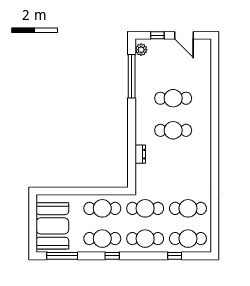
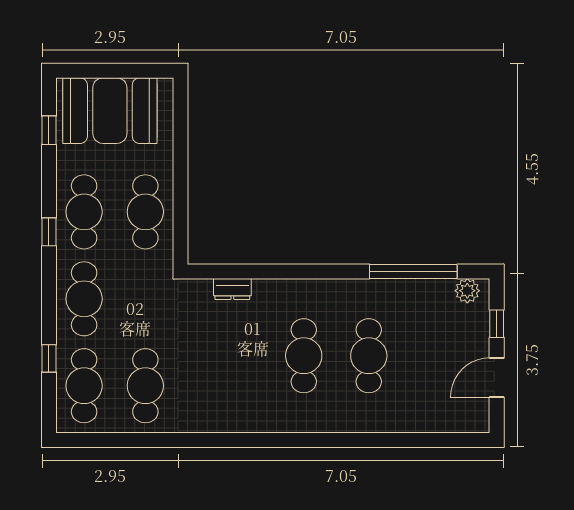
dresser: (140, 154) -> (232, 289), moved
cafe table: (145, 208) -> (145, 299), removed
window: (62, 256) -> (49, 130), width x0.46

